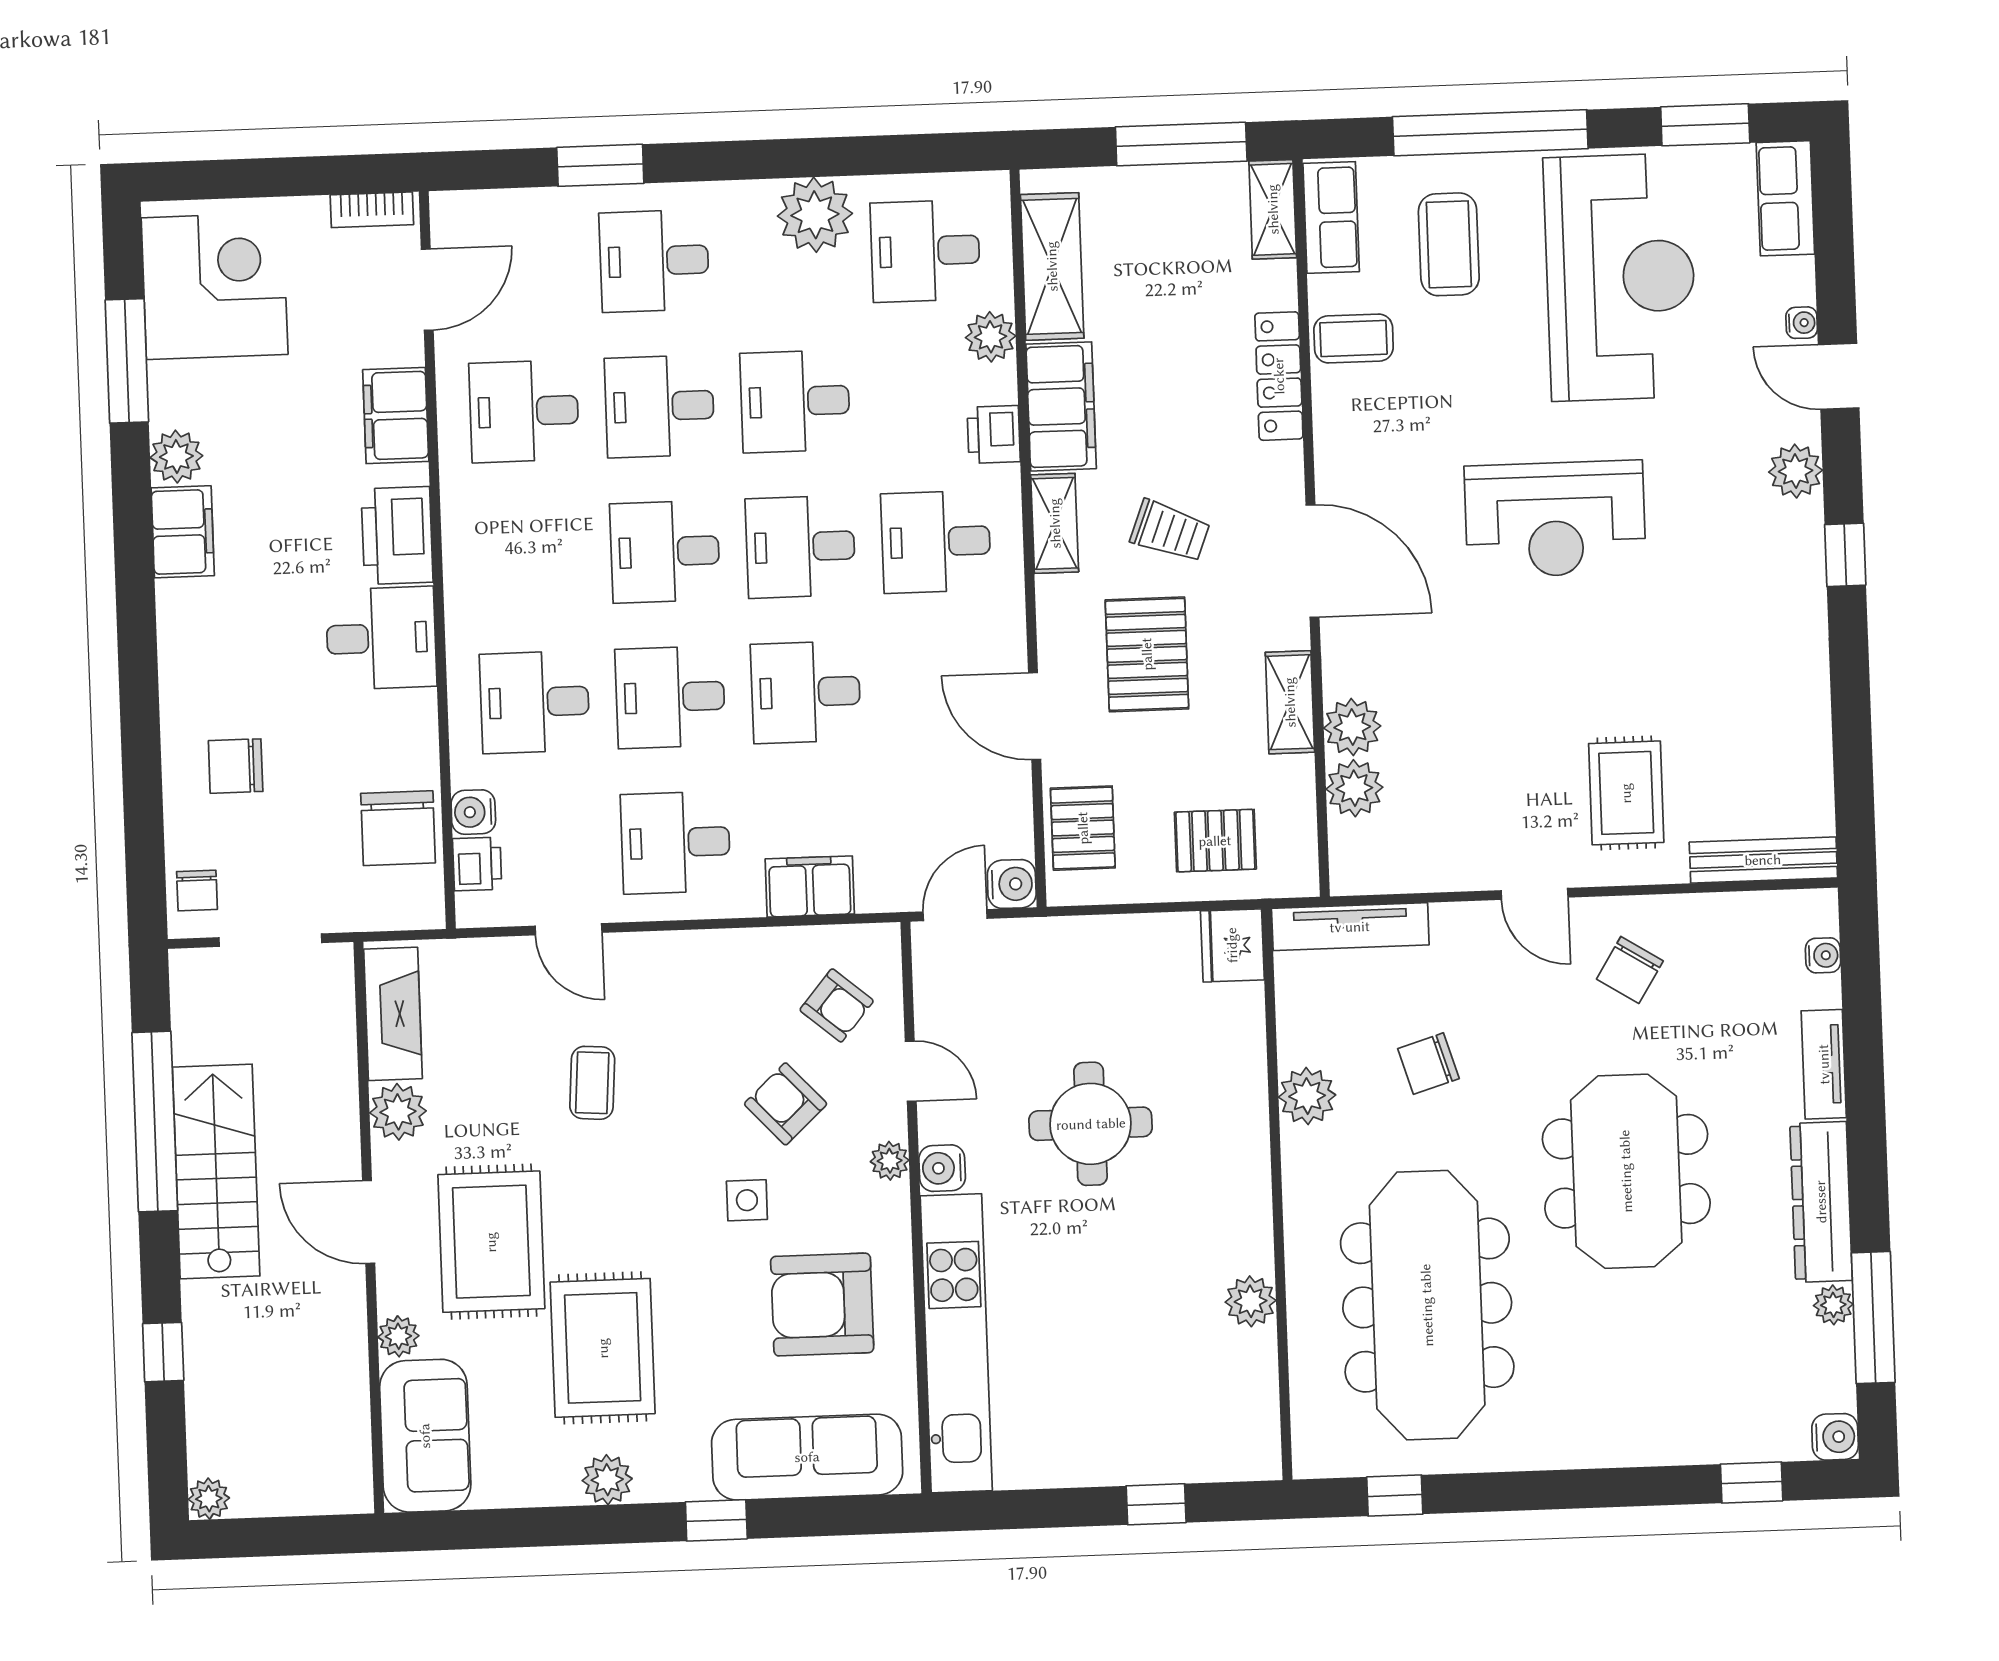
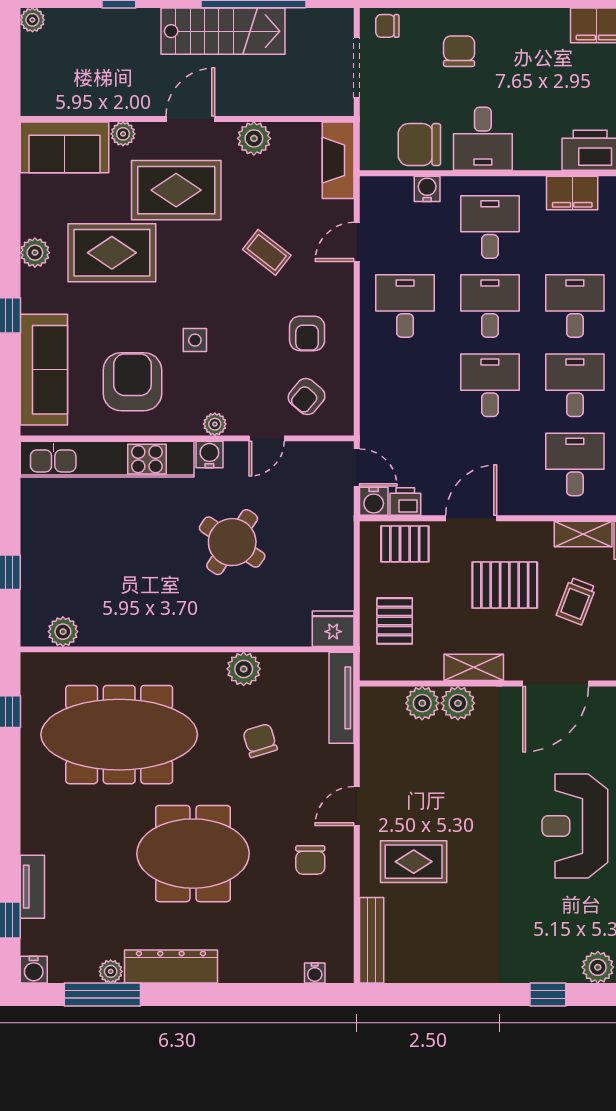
desk: (381, 638) -> (483, 139), moved
printer: (477, 864) -> (405, 501), moved, turned 180
filing cabinet: (810, 886) -> (572, 193), moved, turned 90
chair: (1630, 970) -> (310, 860), turned -122
fireplace: (393, 1014) -> (338, 160), moved, turned 90
tv unit: (1824, 1064) -> (32, 887), moved, turned 90
coffee table: (592, 1083) -> (267, 252), turned 34
armchair: (786, 1104) -> (307, 333), moved, turned 133
round table: (1091, 1124) -> (232, 542), turned 34
plant: (1251, 1301) -> (63, 632), moved

